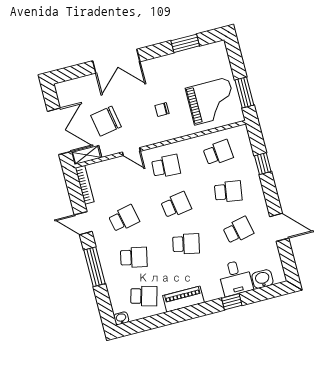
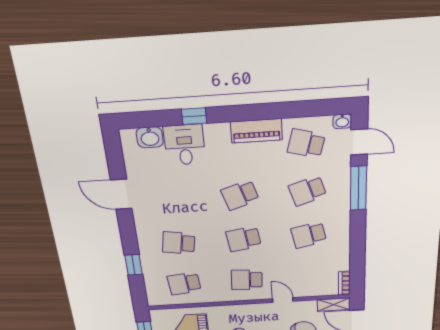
bookcase: (85, 185) -> (344, 283), width x0.64
door: (83, 223) -> (359, 142), moved
school desk: (238, 230) -> (173, 199), removed
school desk: (186, 244) -> (240, 195), turned -30
school desk: (134, 257) -> (308, 191), turned -30

